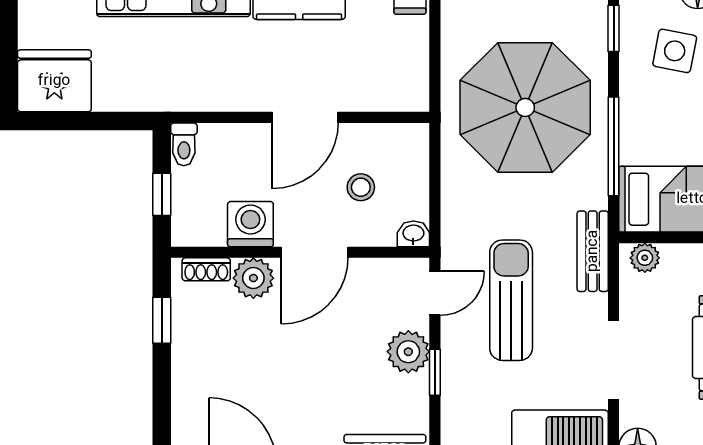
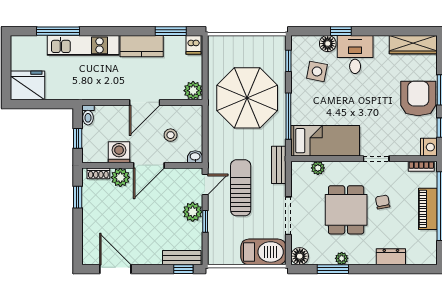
plant: (409, 92) -> (193, 91), added
plant: (645, 258) -> (318, 168), moved

